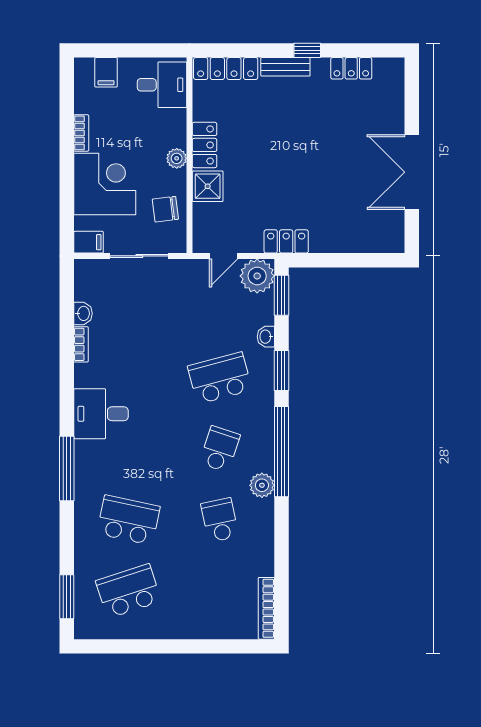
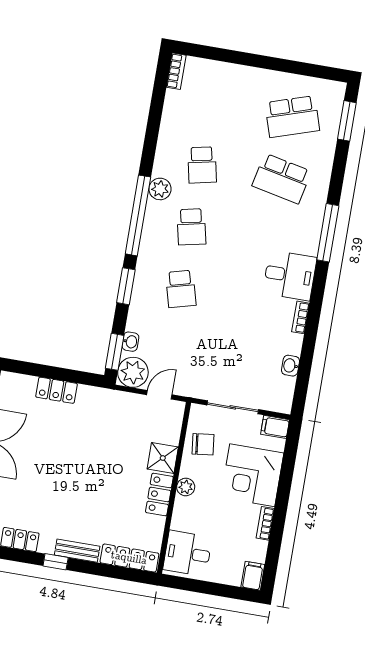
filing cabinet: (106, 72) -> (253, 576), moved
locker: (286, 241) -> (56, 390), moved
washbasin: (266, 337) -> (130, 342), moved
bookcase: (81, 344) -> (301, 317), moved
school desk: (220, 378) -> (181, 289), width x0.54
school desk: (220, 449) -> (191, 227), turned -30
bookcase: (266, 608) -> (176, 71), width x0.64

